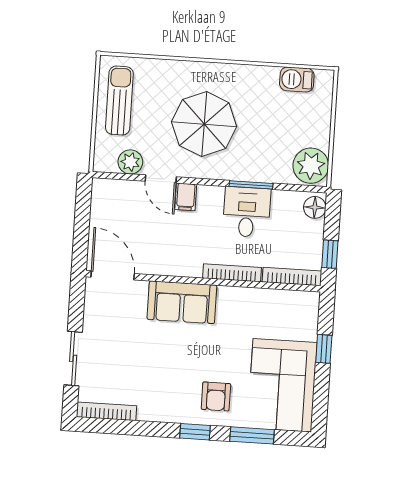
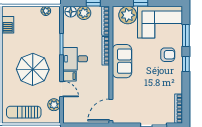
plant: (311, 166) -> (46, 11), width x0.53, depth x0.53
door: (161, 179) -> (61, 89), hinge flipped
desk: (247, 212) -> (75, 59), moved
plant: (310, 234) -> (84, 13), added
sofa: (182, 302) -> (122, 61), moved
plant: (301, 322) -> (128, 15), added

